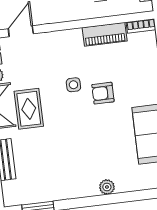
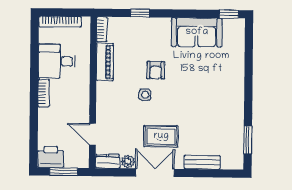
plant: (107, 187) -> (238, 78), removed

